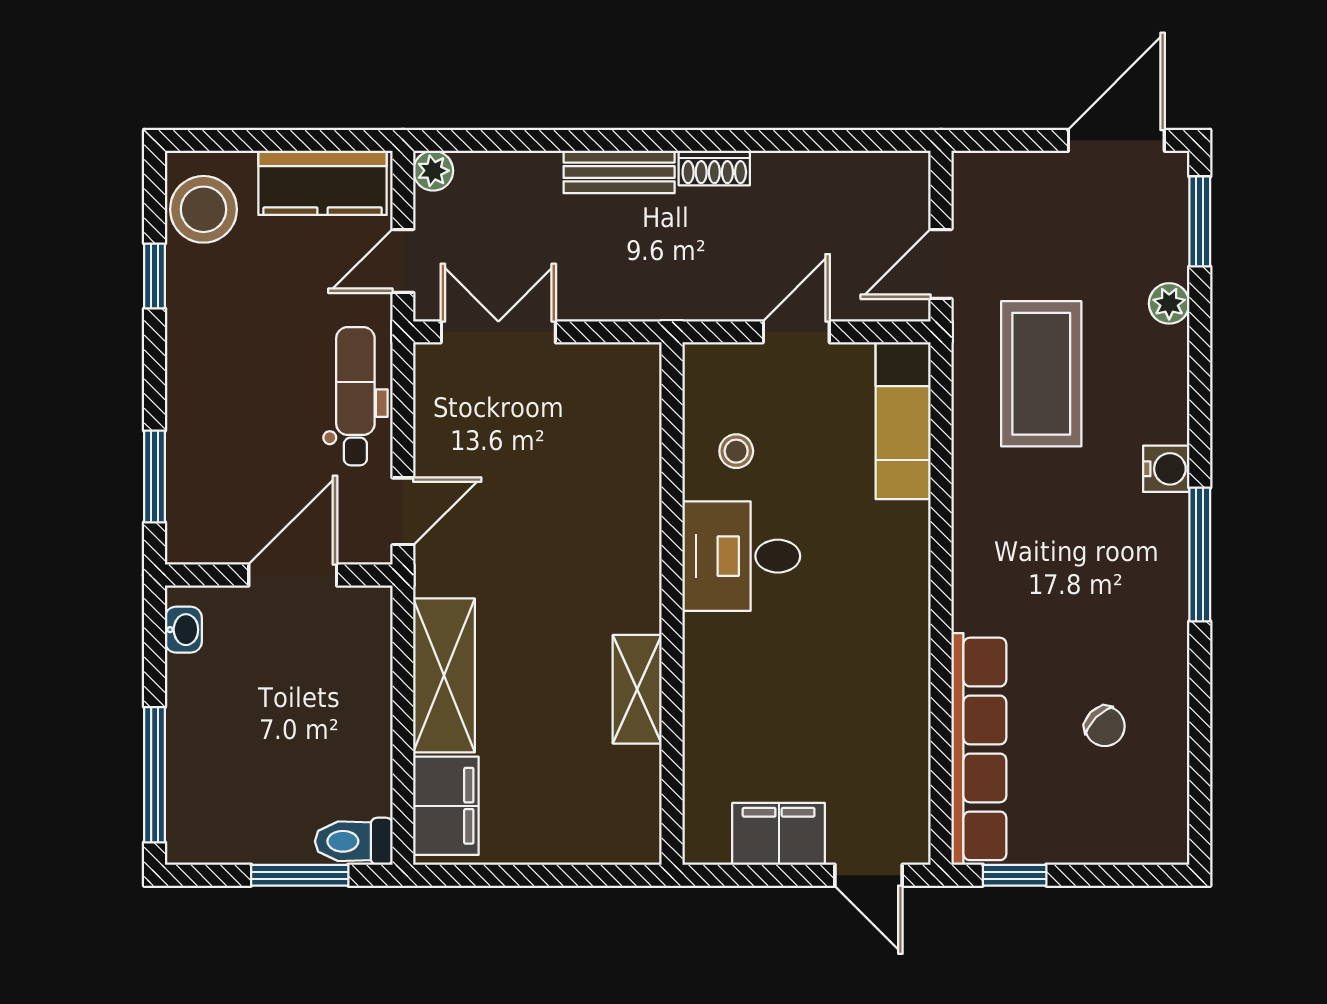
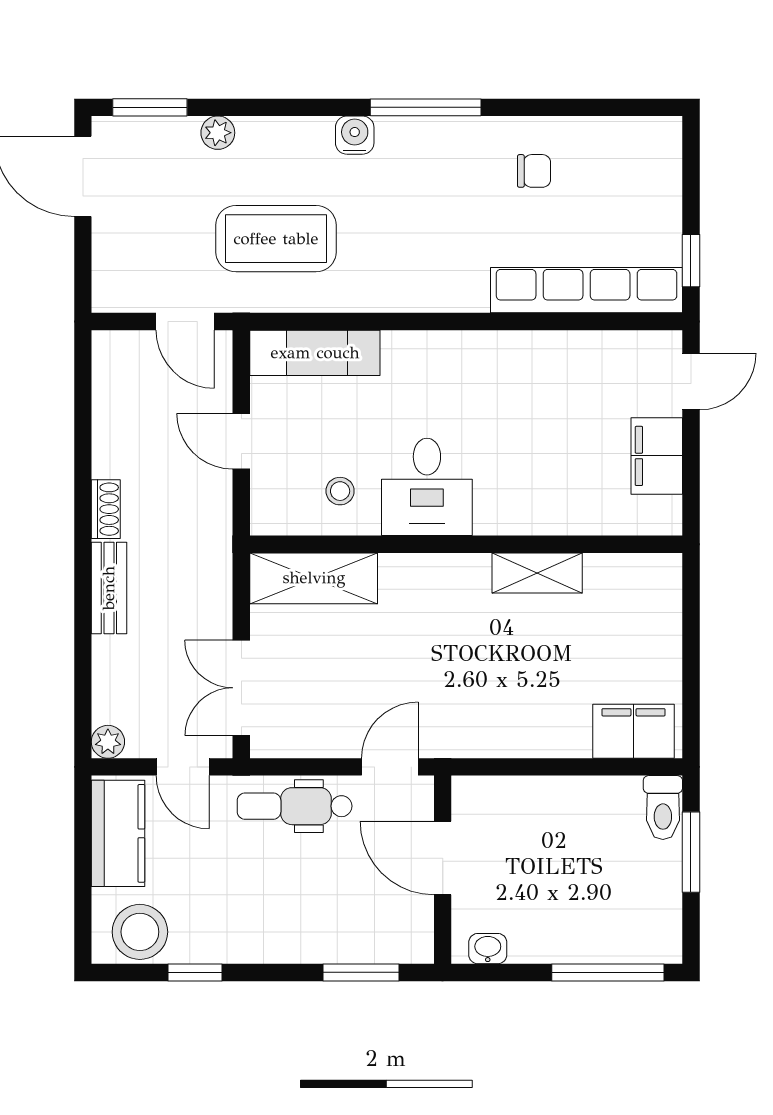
door: (403, 511) -> (390, 767), hinge flipped
shelving: (444, 675) -> (314, 578), moved
chair: (1105, 726) -> (534, 171), moved, turned 45

